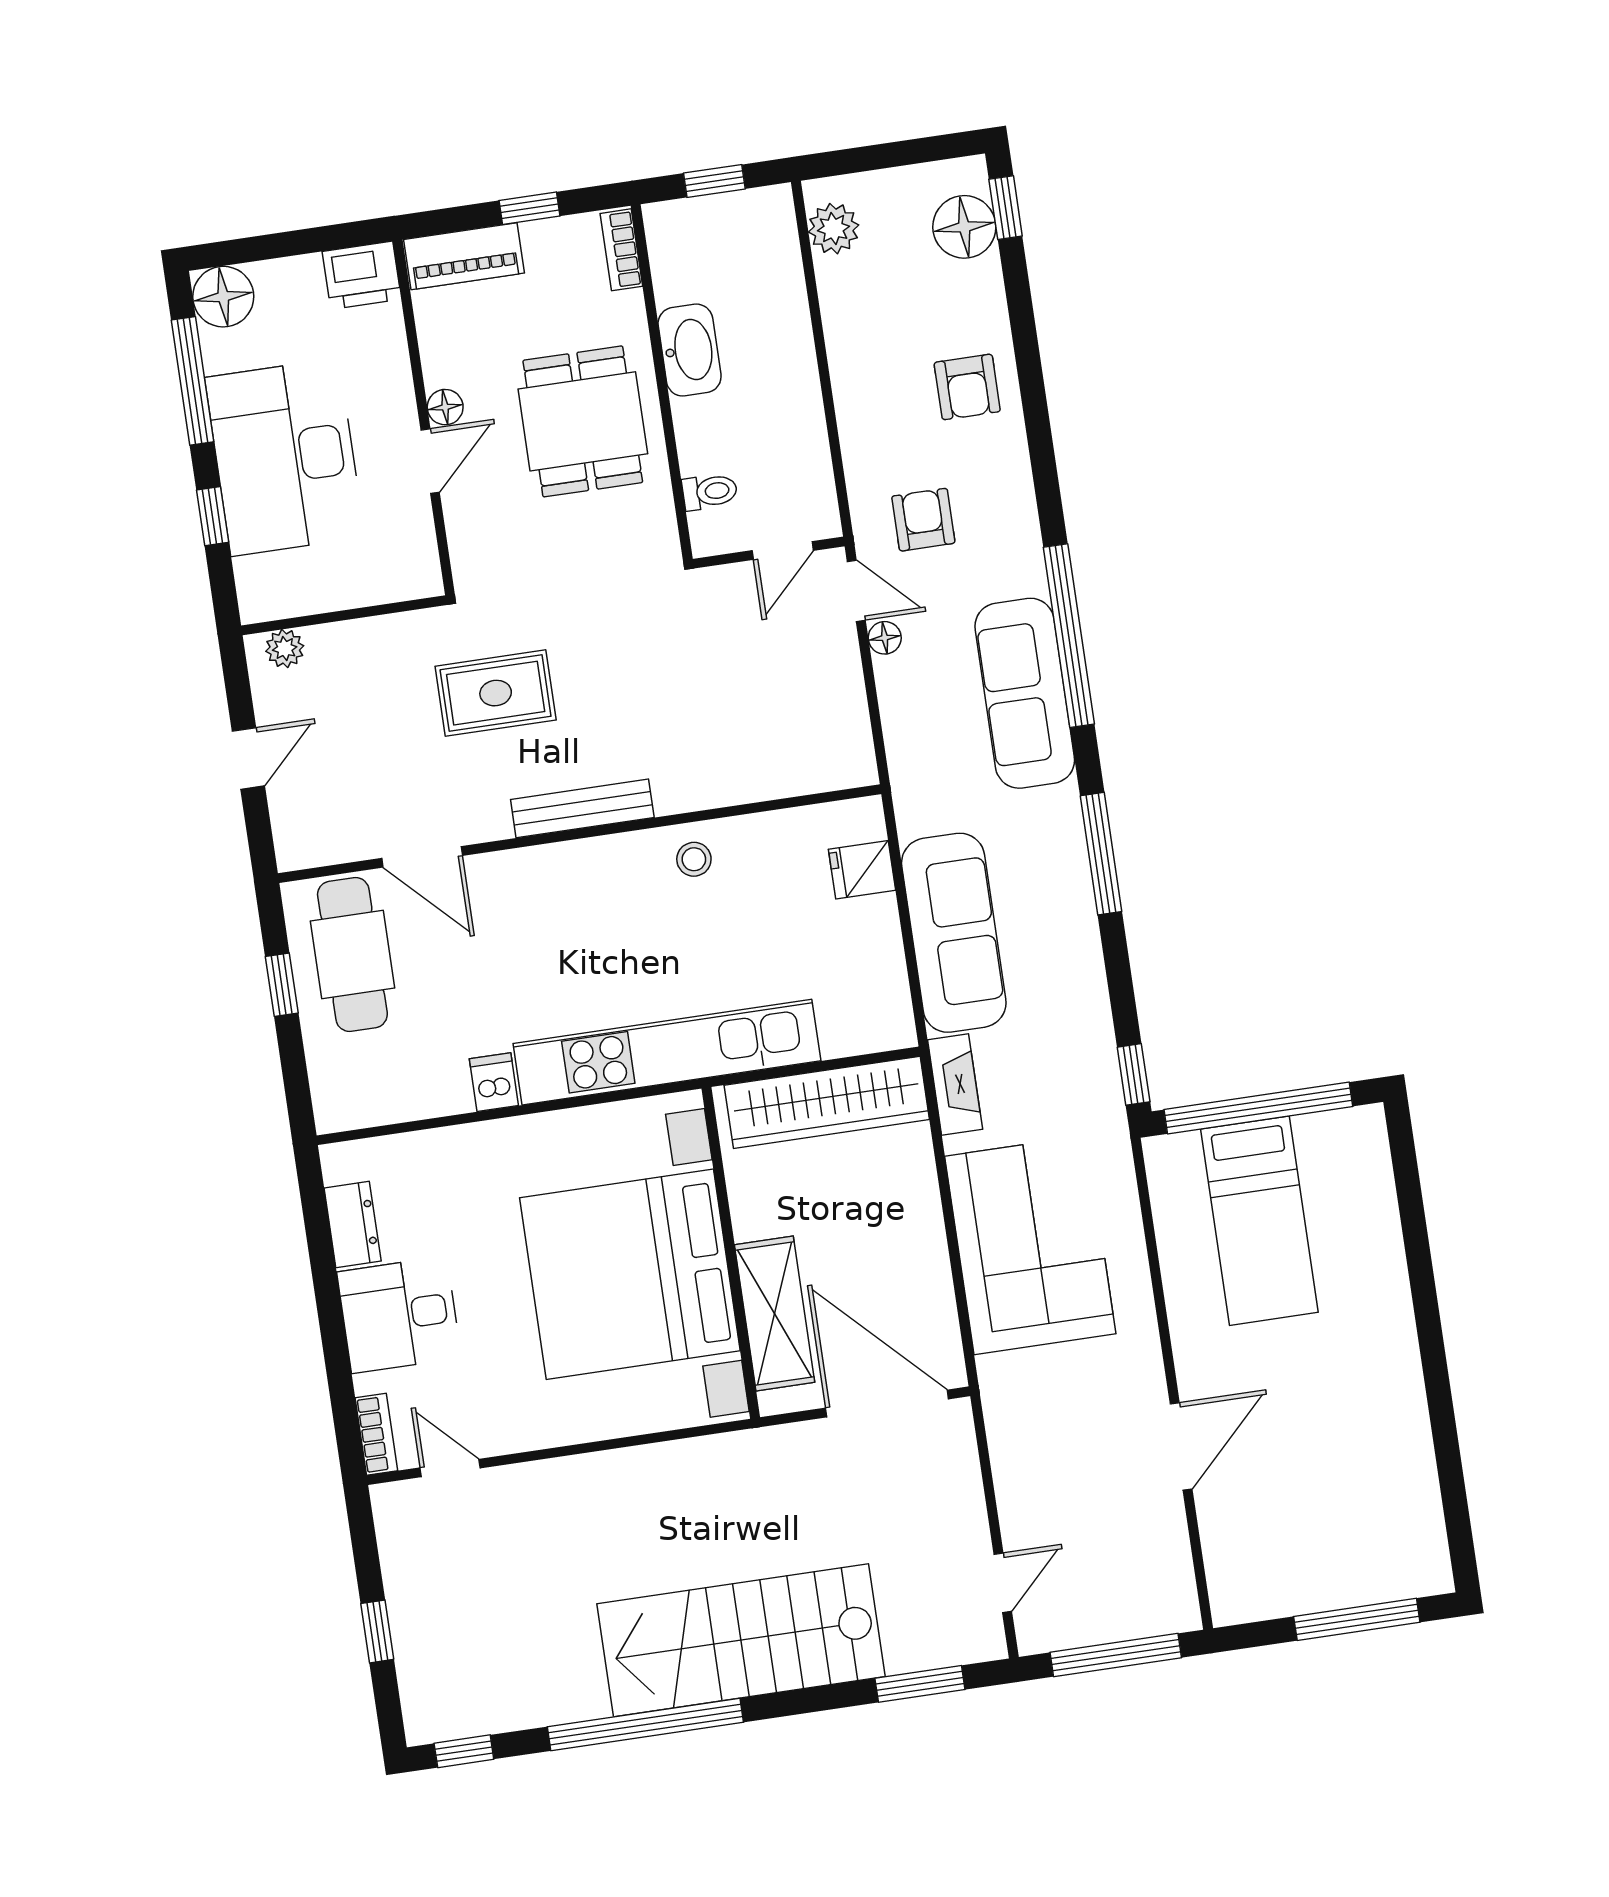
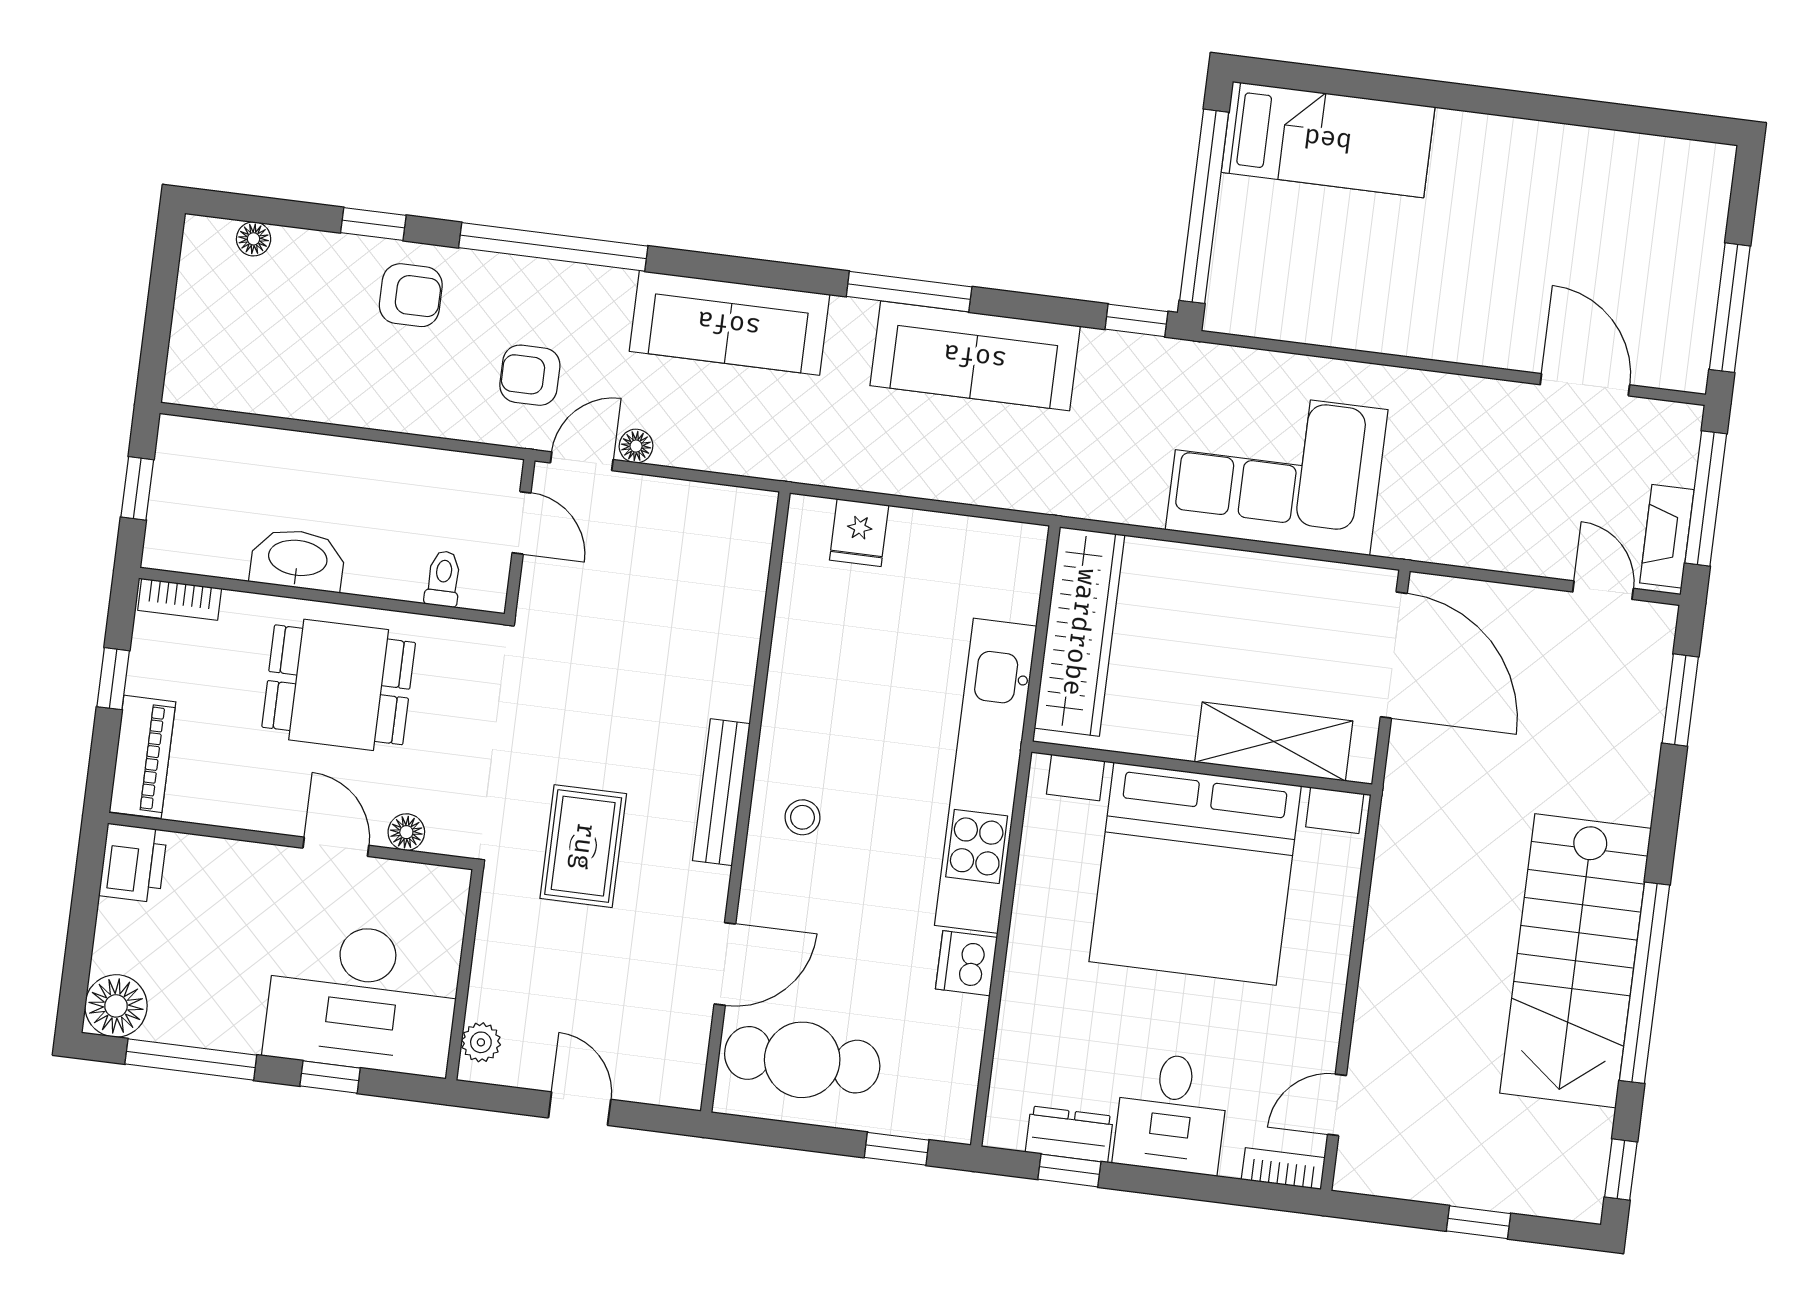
window: (1006, 208) -> (373, 224), moved
floor lamp: (964, 227) -> (254, 239), width x0.53, depth x0.53
plant: (834, 229) -> (217, 384), removed
floor lamp: (445, 407) -> (406, 832), moved
desk: (285, 457) -> (362, 998), moved
window: (1069, 636) -> (553, 247), moved
stool: (694, 859) -> (802, 817), moved
sofa: (954, 933) -> (975, 356), moved, turned 180
window: (282, 985) -> (897, 1149), moved
dishwasher: (494, 1082) -> (966, 963), width x1.38
fireplace: (955, 1085) -> (1667, 536), moved, turned -90
bed: (1259, 1221) -> (1328, 139), moved
window: (319, 1234) -> (1069, 1170), added
door: (887, 1403) -> (1394, 655), swing flipped
door: (1181, 1446) -> (1585, 385), moved
window: (1357, 1619) -> (1730, 308), moved
stairs: (741, 1640) -> (1575, 961), moved

